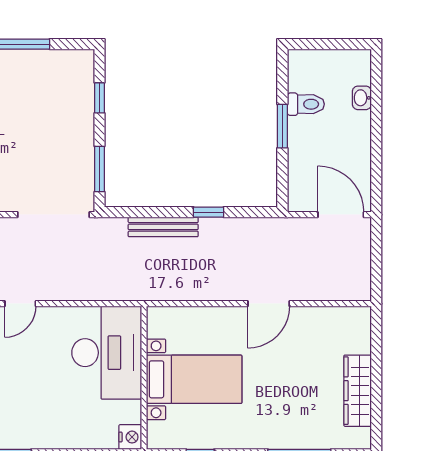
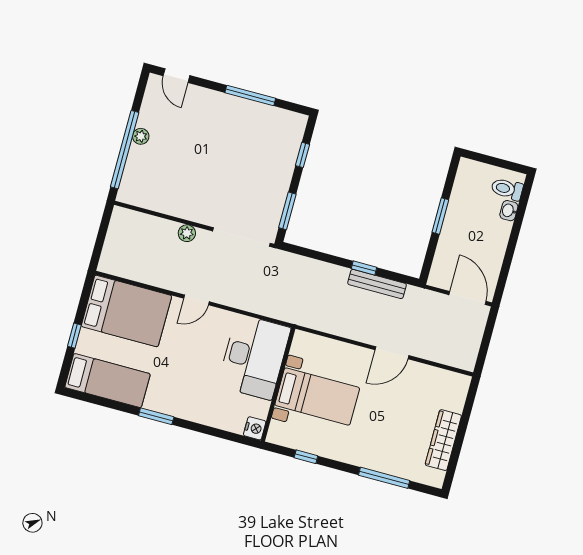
toilet: (306, 104) -> (507, 189), moved, turned 180
bench: (163, 227) -> (377, 284), moved

